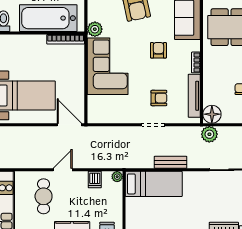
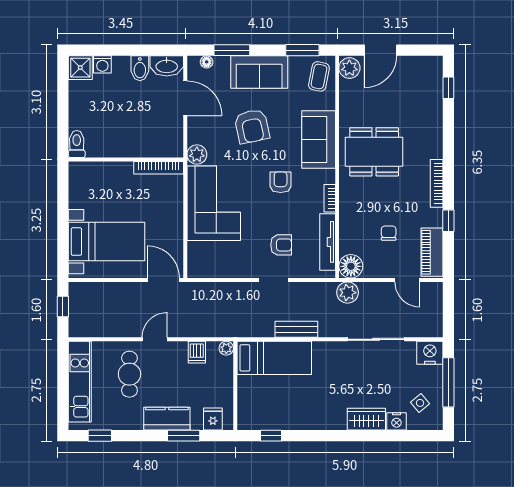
bathtub: (48, 18) -> (136, 140), removed

